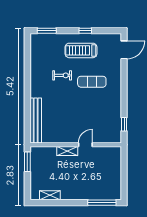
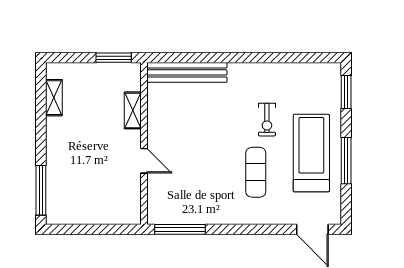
window: (85, 31) -> (346, 161), width x2.17
treadmill: (81, 50) -> (311, 153), width x1.37, depth x1.38
window: (124, 124) -> (180, 229), width x2.17
shelving: (67, 151) -> (133, 110), moved

